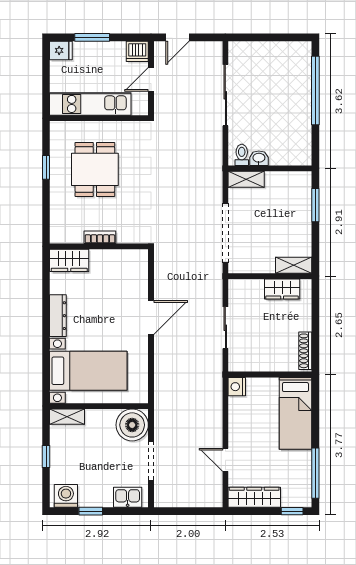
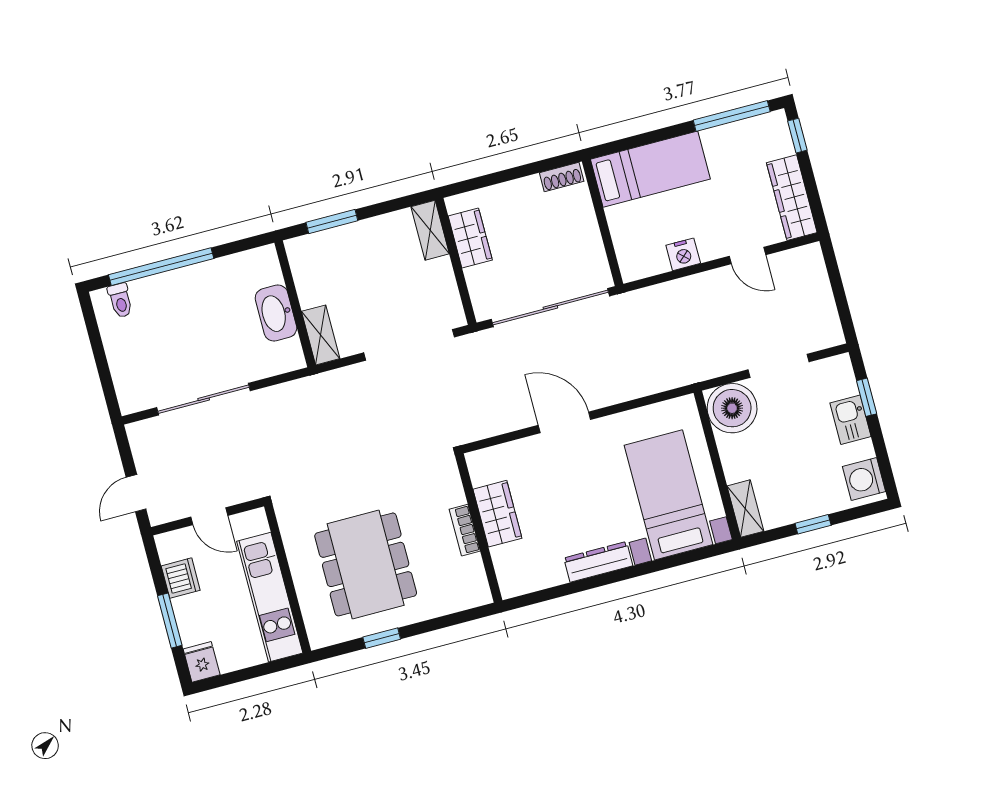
door: (178, 37) -> (136, 493), swing flipped
dishwasher: (137, 51) -> (181, 578), moved
toilet: (242, 155) -> (120, 300), moved, turned -90
washbasin: (259, 158) -> (276, 313), width x1.91, depth x1.45
dining table: (95, 169) -> (366, 564), width x1.38
wardrobe: (69, 260) -> (497, 514), moved
sliding door: (225, 328) -> (550, 308), width x1.86
shoe rack: (305, 351) -> (562, 177), width x0.70
nightstand: (237, 387) -> (683, 254), moved
door: (225, 460) -> (747, 255), hinge flipped
kitchen sink: (128, 497) -> (850, 420), moved
window: (91, 511) -> (867, 397), moved

